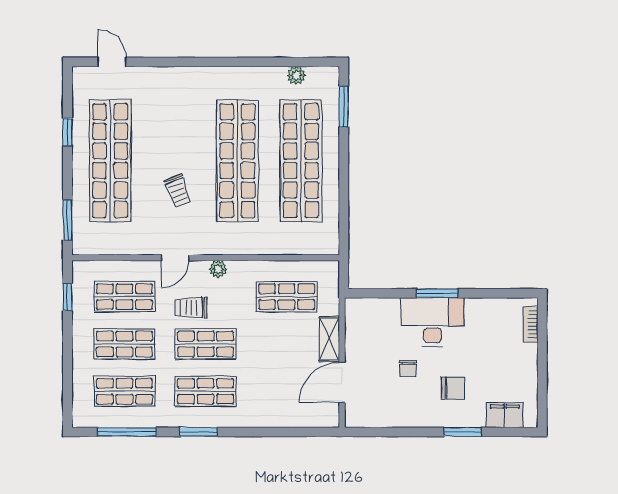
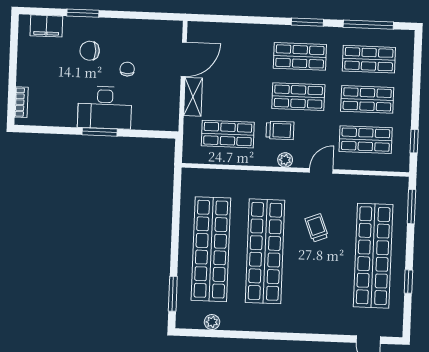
trolley: (191, 308) -> (280, 130), moved

